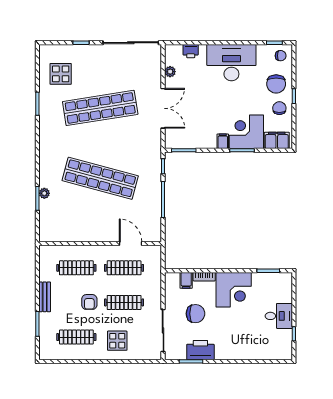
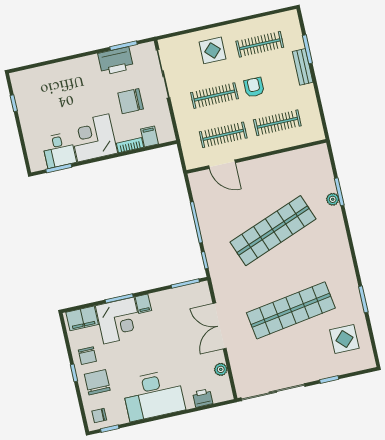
shop shelf: (100, 178) -> (273, 231), turned -36
bench: (45, 297) -> (303, 67), moved
desk: (279, 316) -> (59, 150), moved, turned -90

